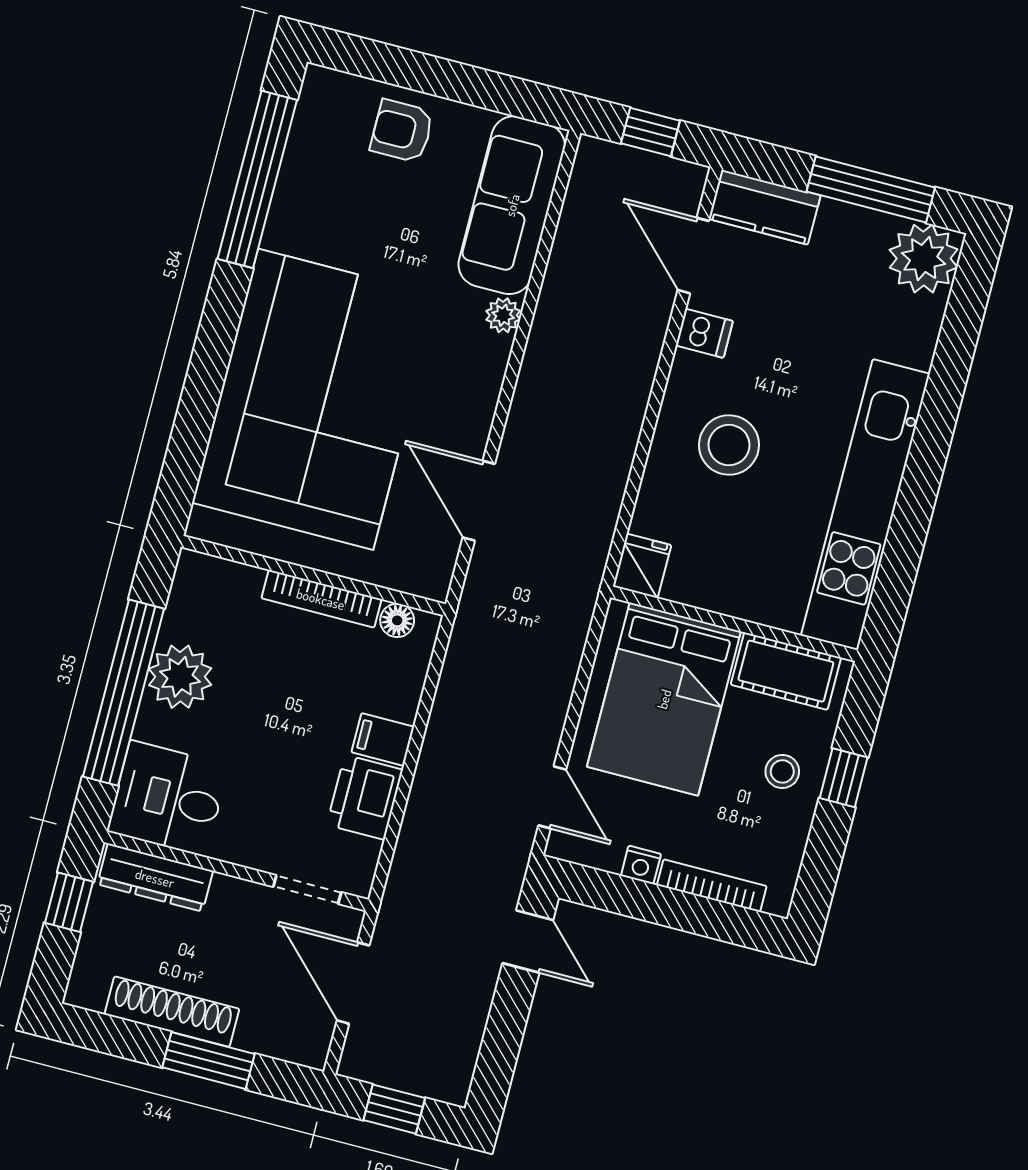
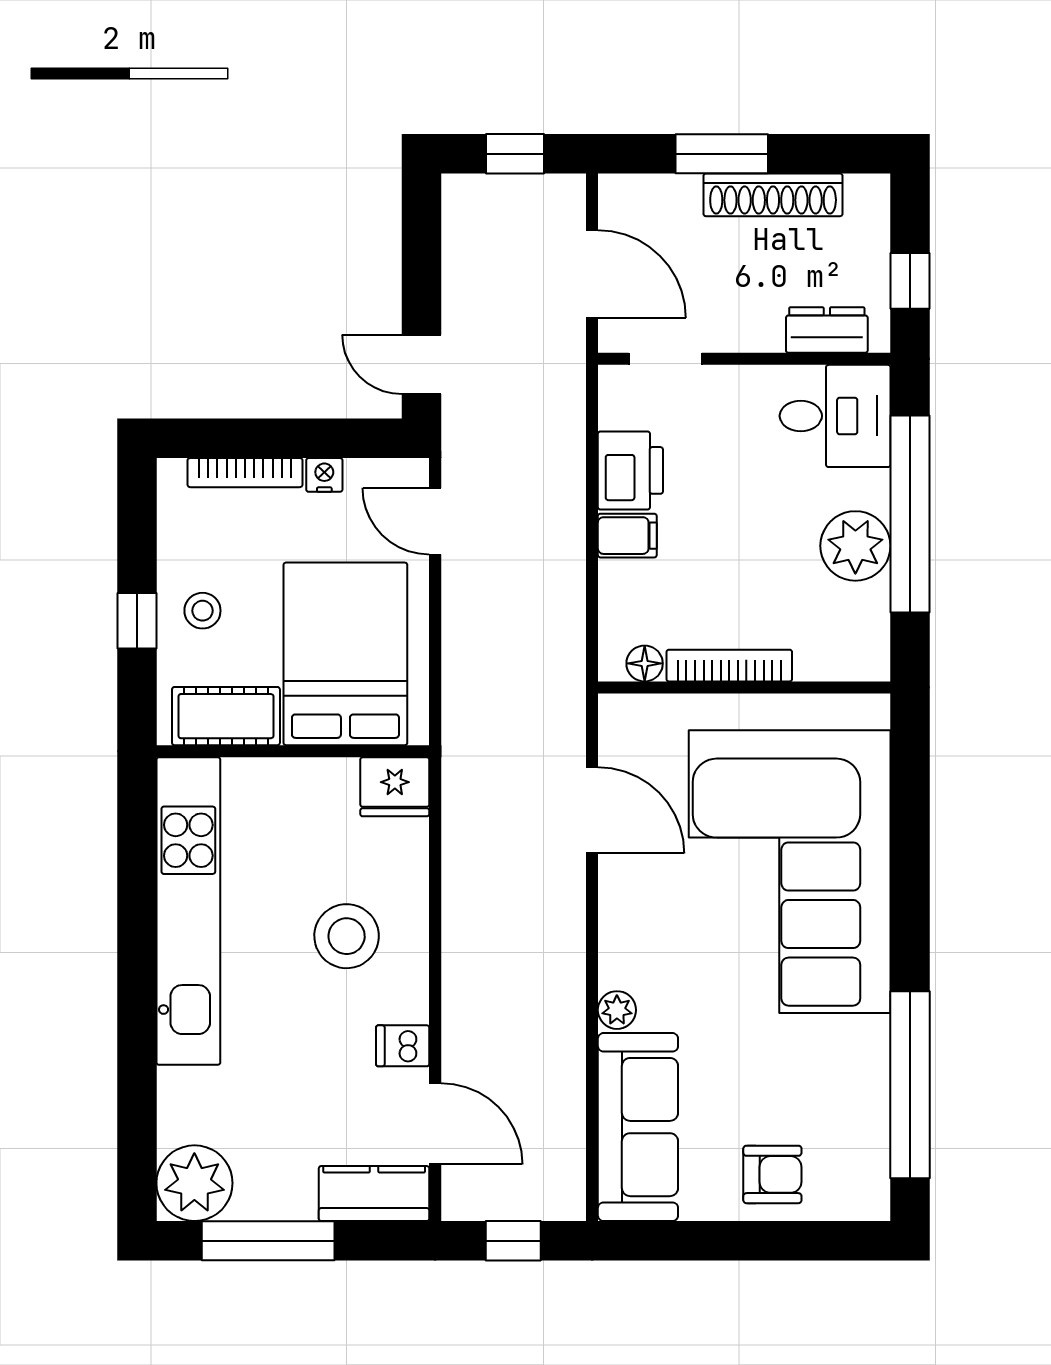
fridge: (642, 566) -> (395, 787), width x1.38
dresser: (155, 878) -> (827, 330), width x0.70

